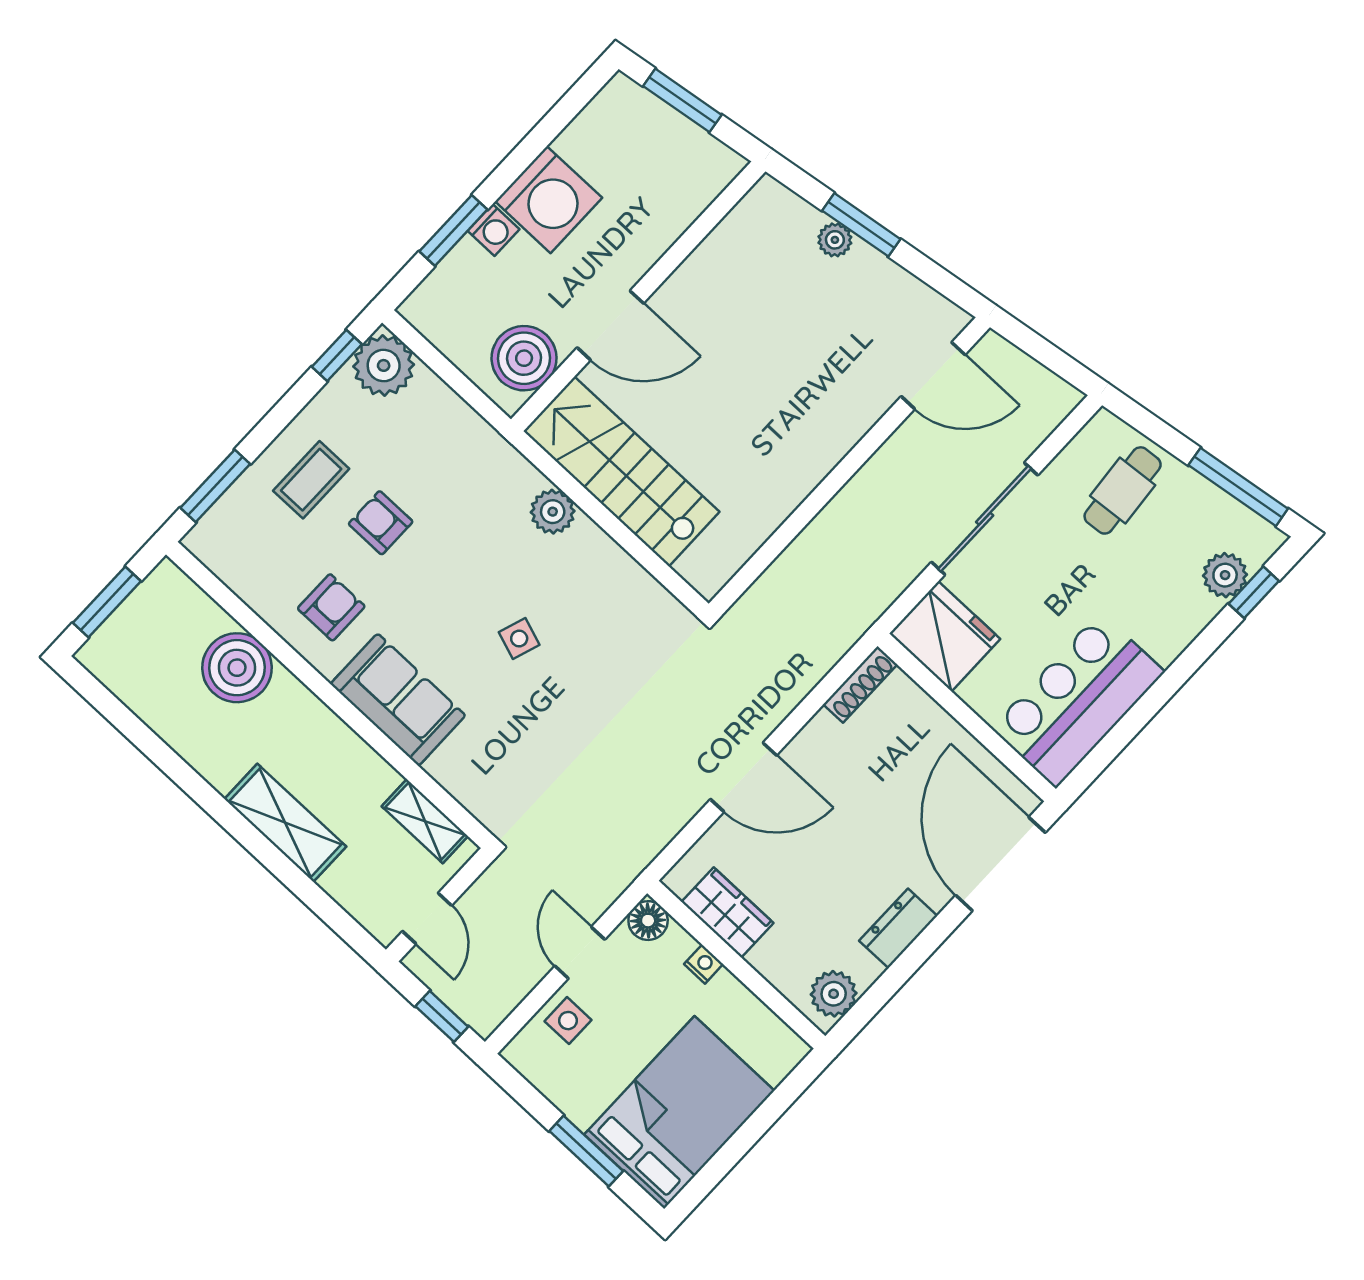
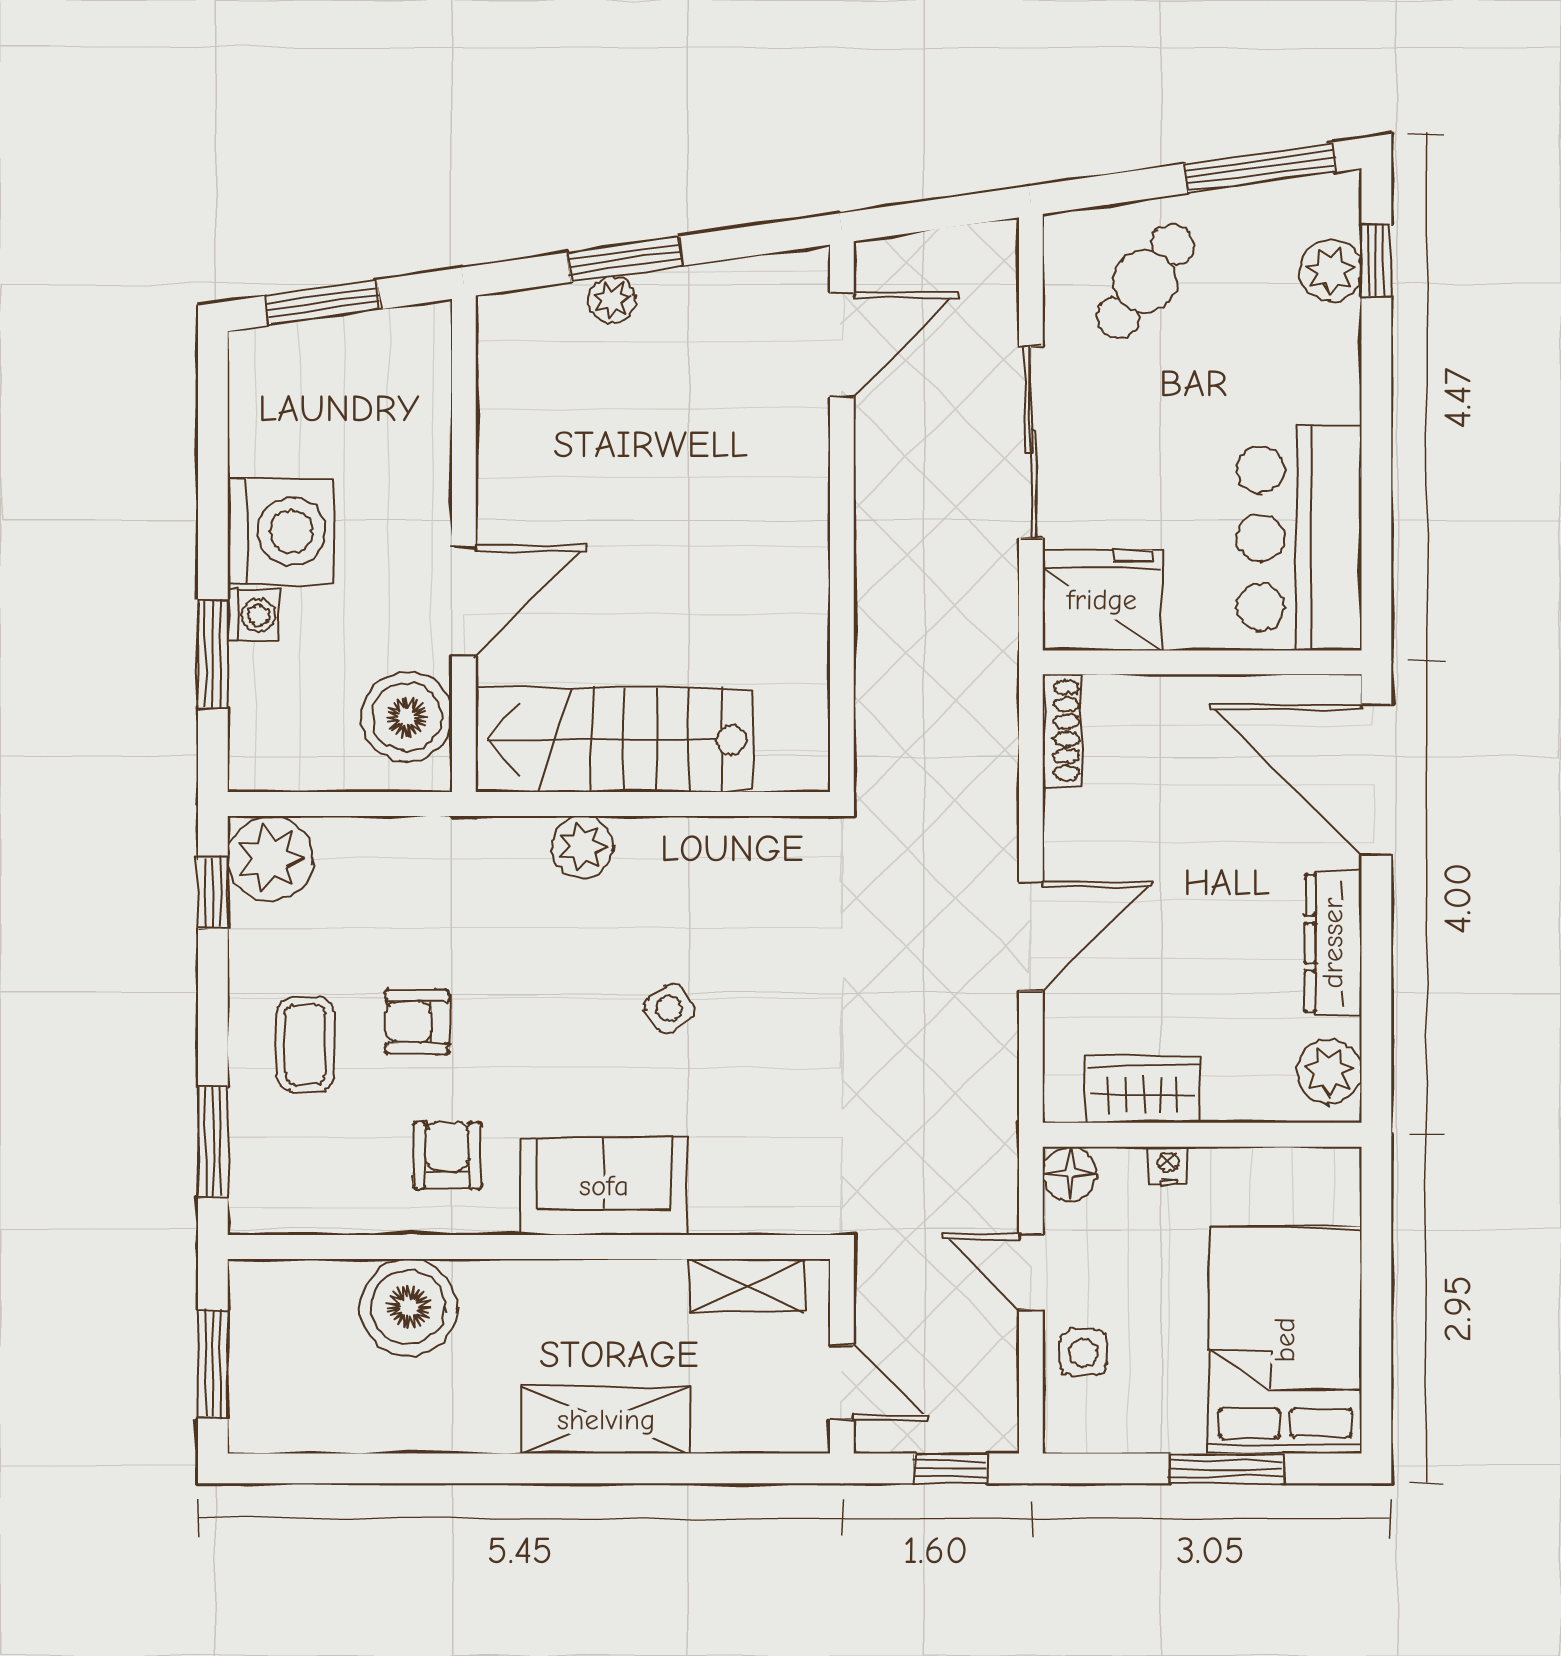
cafe table: (1123, 490) -> (1145, 282), turned 42
side table: (519, 639) -> (669, 1008), turned 34
dresser: (898, 928) -> (1333, 943), width x1.44

